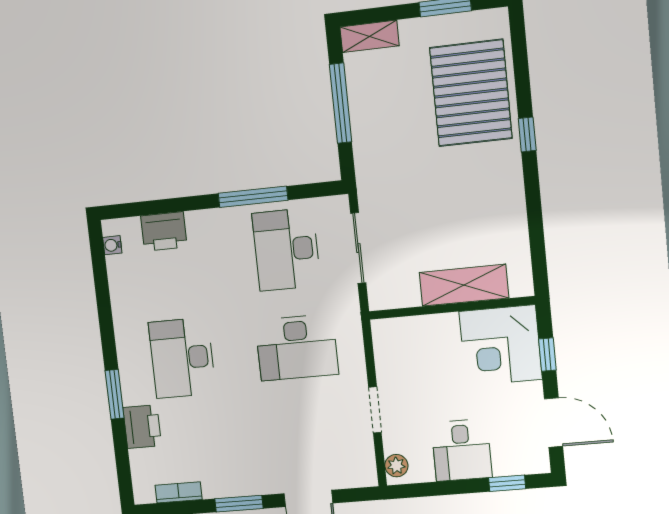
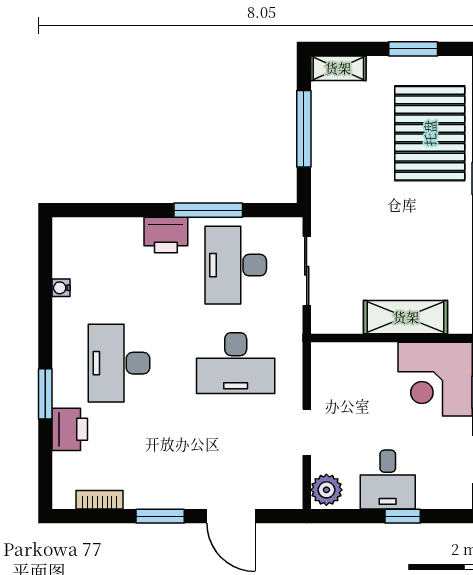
printer: (164, 231) -> (166, 235), moved
water cooler: (112, 245) -> (61, 288), moved
plant: (396, 466) -> (326, 490), width x1.38, depth x1.38
window: (507, 483) -> (403, 516), moved

